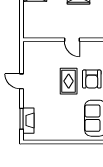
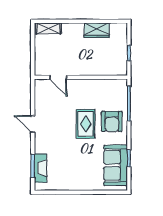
door: (72, 40) -> (58, 77), moved

